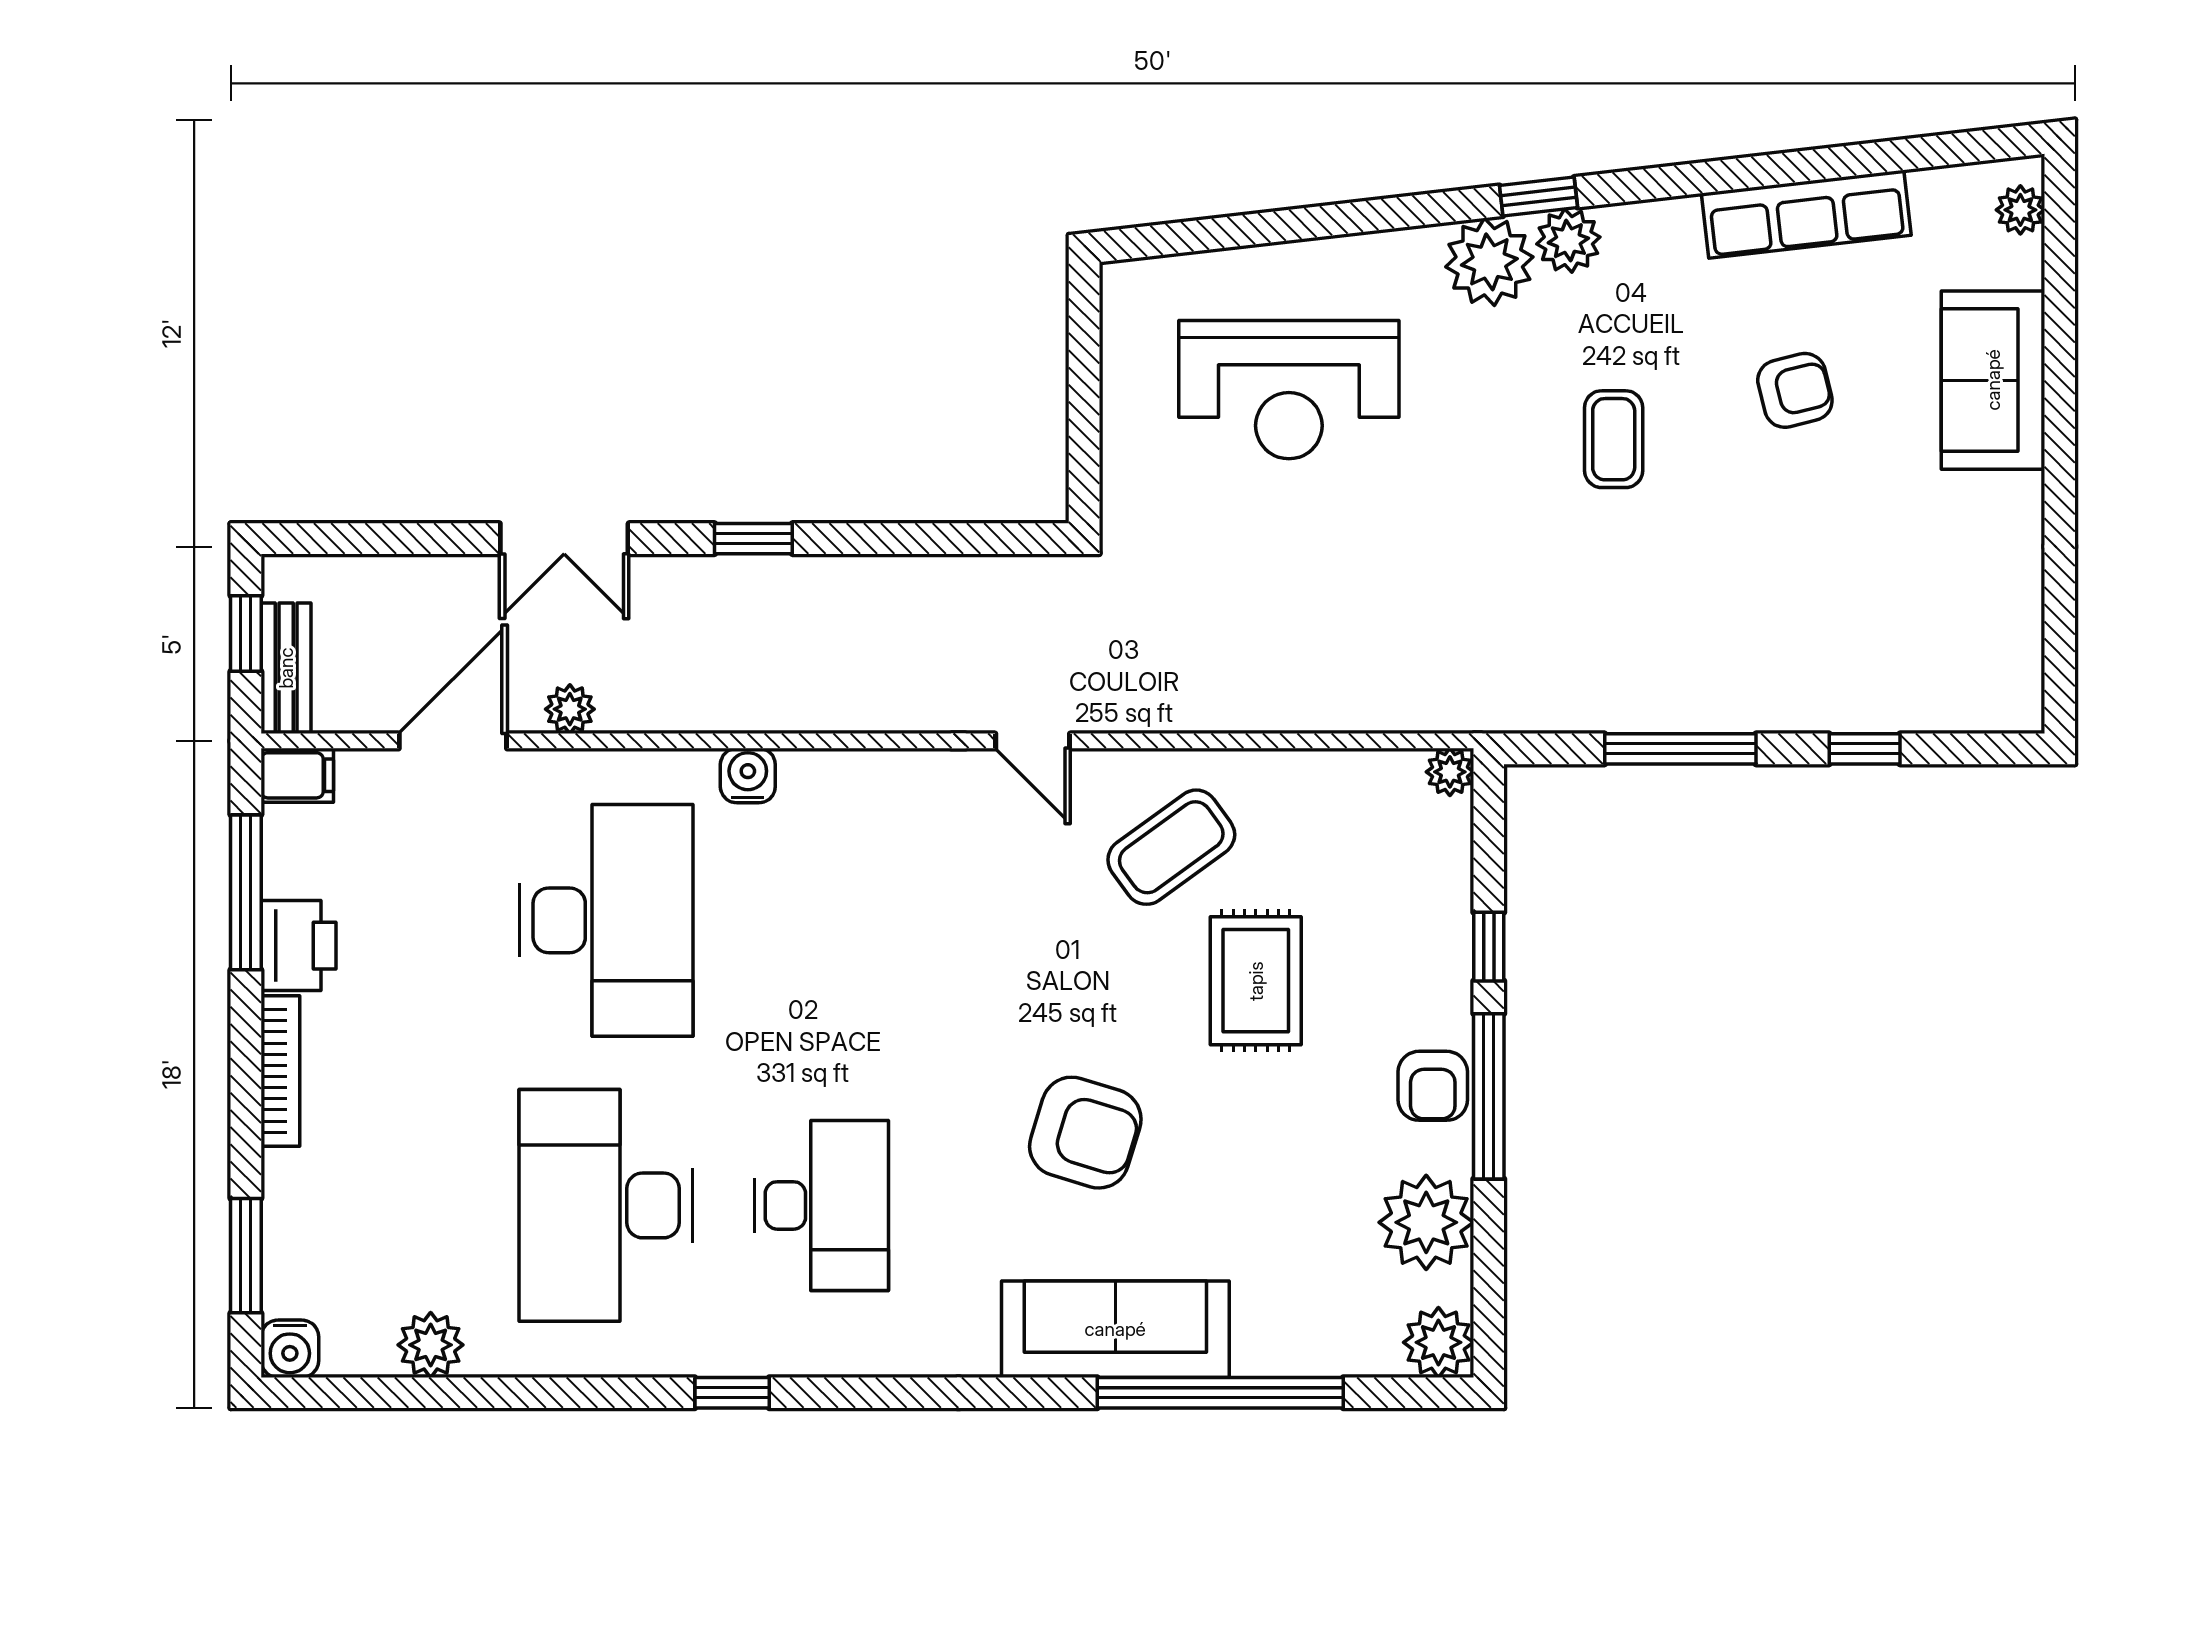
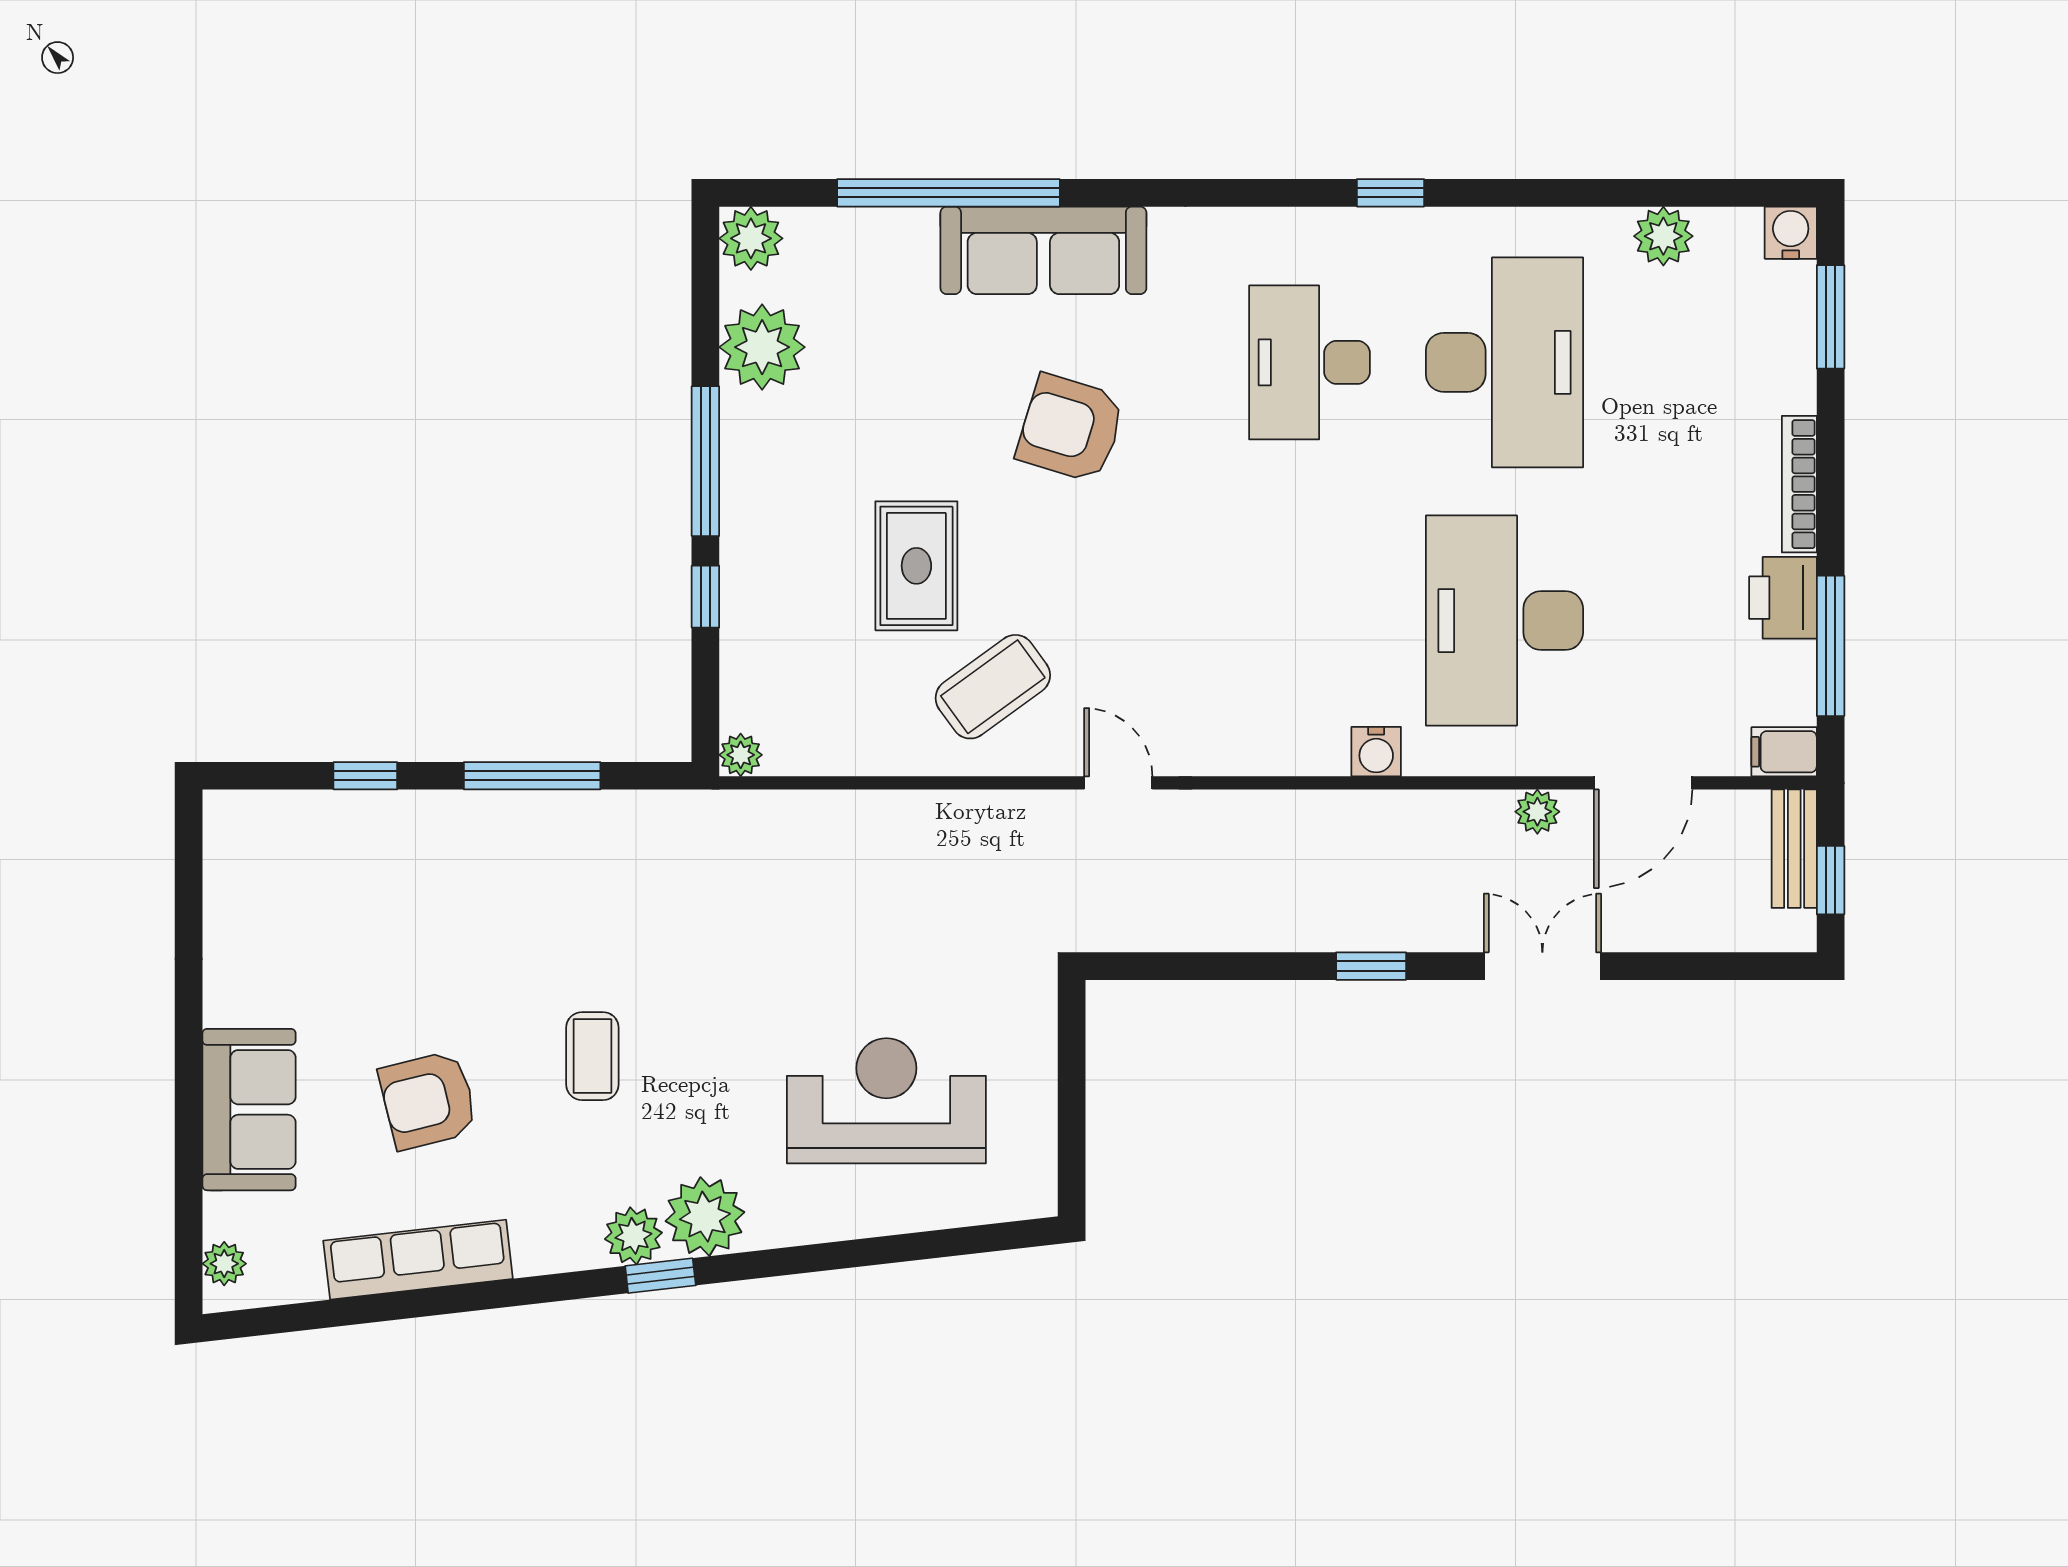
armchair: (1795, 390) -> (428, 1100), width x1.38, depth x1.38
armchair: (1433, 1086) -> (756, 471), removed

